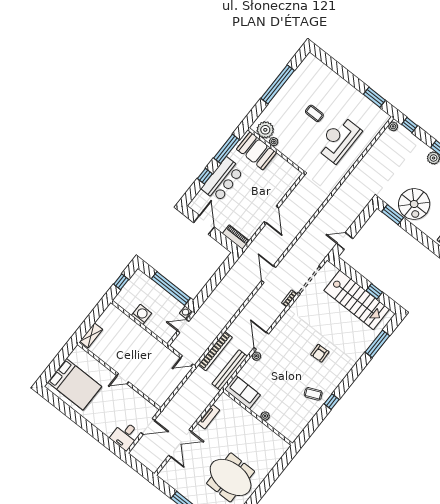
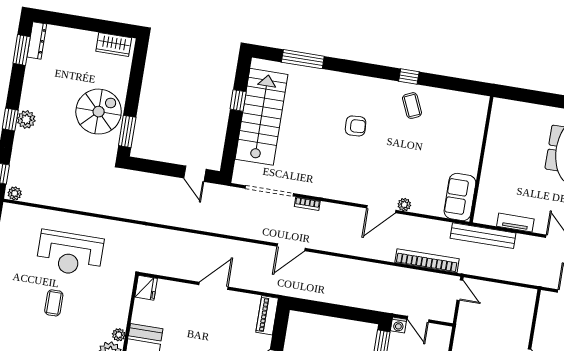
fridge: (293, 174) -> (146, 288), added
bench: (230, 370) -> (483, 236), moved
plant: (265, 416) -> (474, 151), removed

